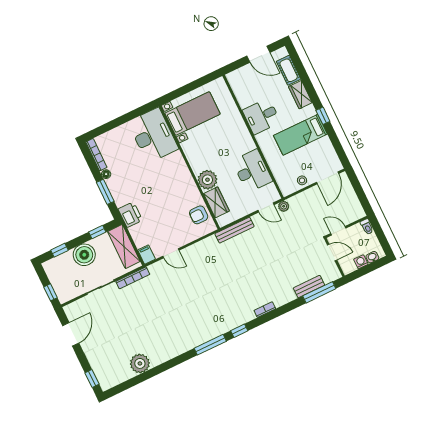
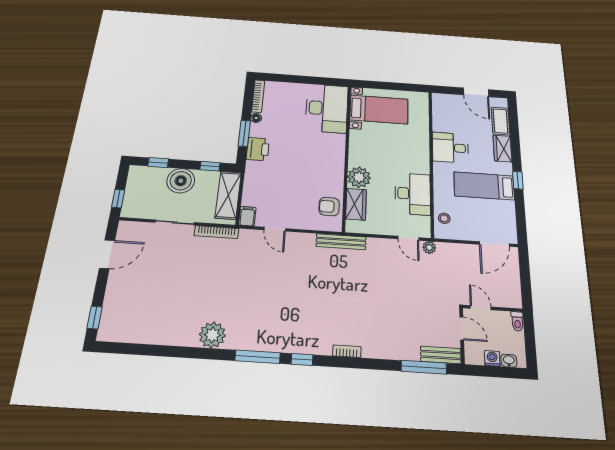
stool: (302, 180) -> (444, 218), moved
printer: (130, 215) -> (258, 149), moved
bench: (235, 230) -> (341, 242), moved
bench: (309, 287) -> (441, 355), moved
plant: (140, 363) -> (212, 335), moved

